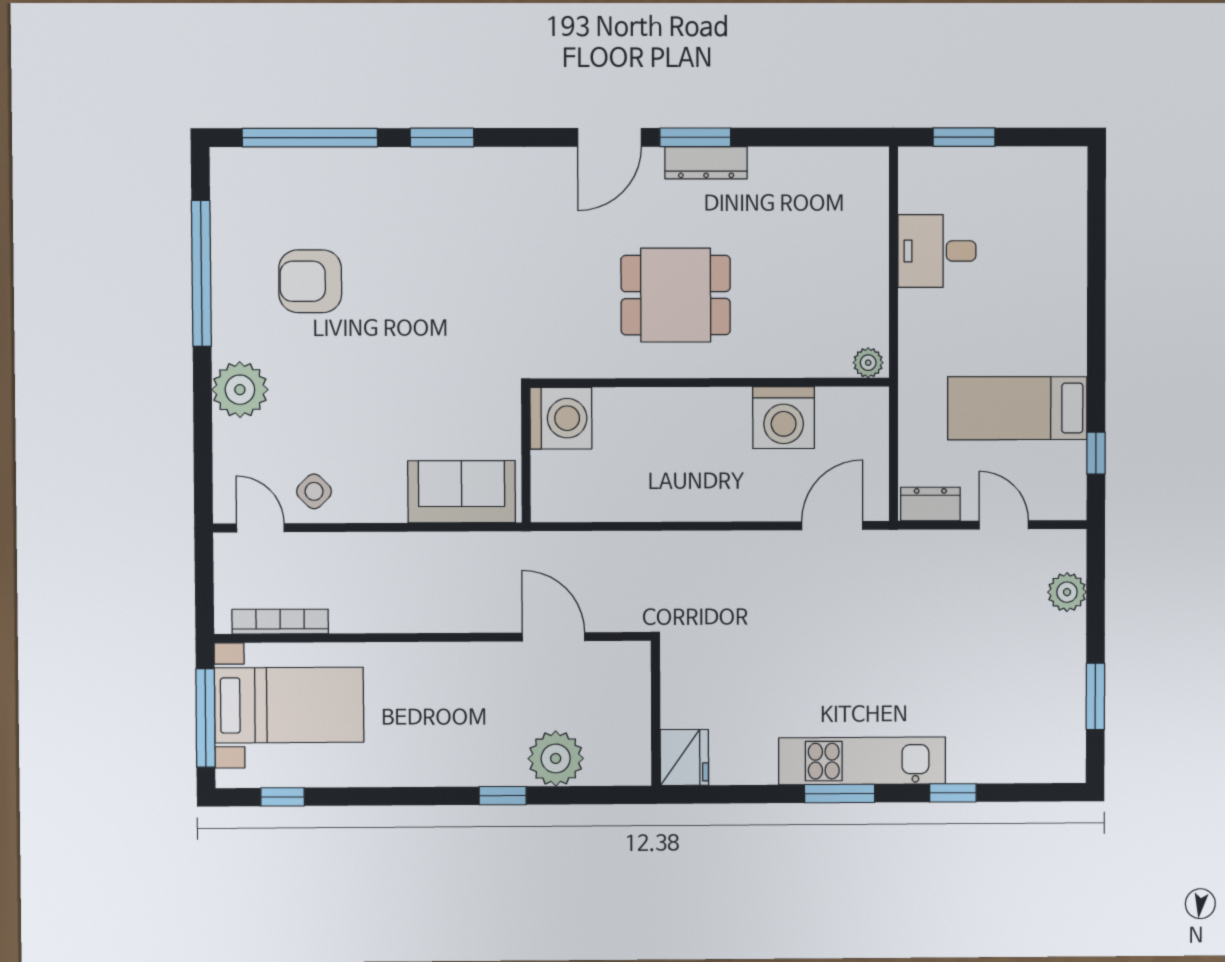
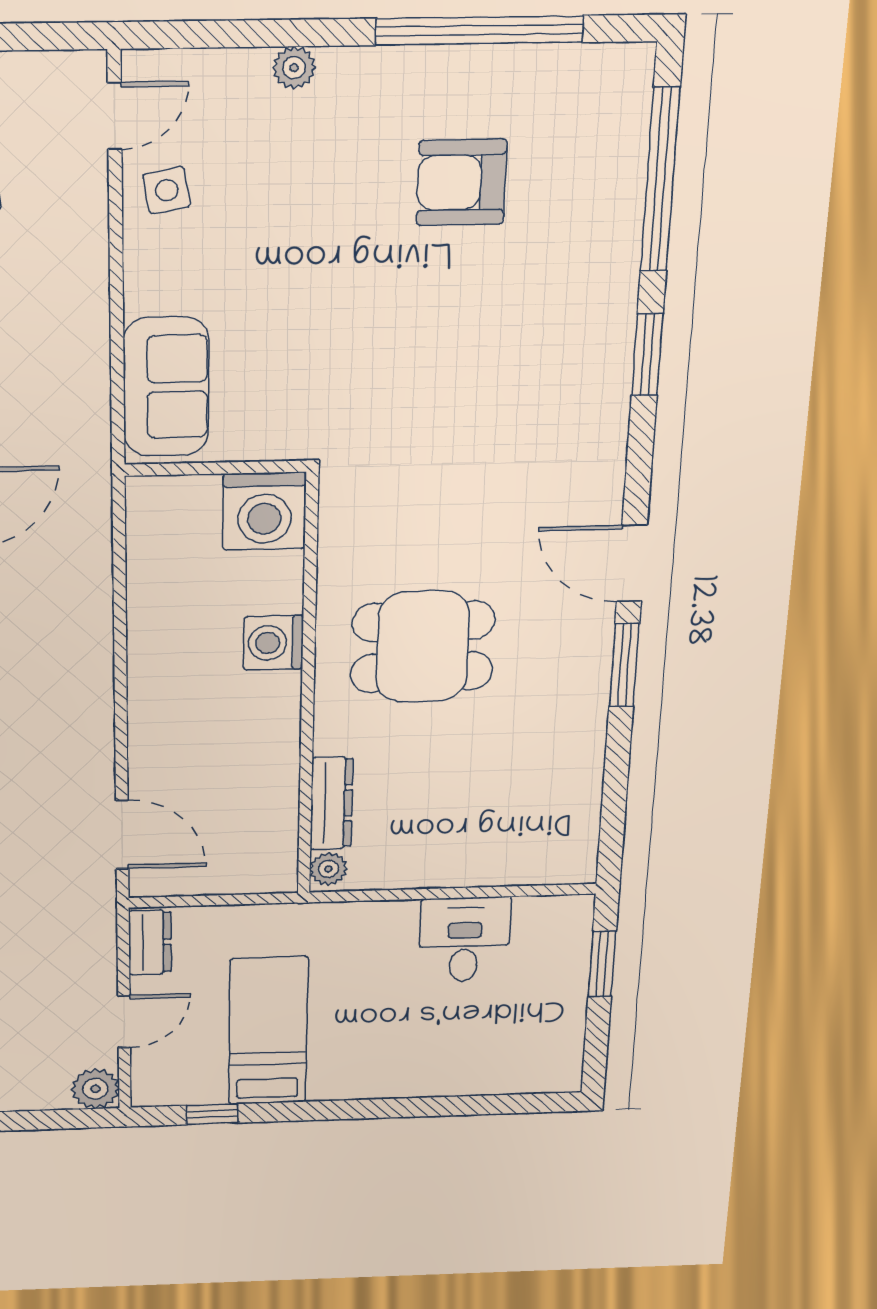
dresser: (706, 163) -> (331, 803), moved, turned 180
armchair: (310, 281) -> (461, 182), turned -90
dining table: (676, 295) -> (423, 647), turned 90
plant: (240, 390) -> (294, 68), width x0.53, depth x0.53
washing machine: (784, 418) -> (274, 643), moved, width x0.73, depth x0.73
side table: (314, 491) -> (167, 190), turned 35
plant: (1067, 592) -> (95, 1089), moved

